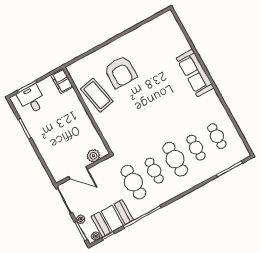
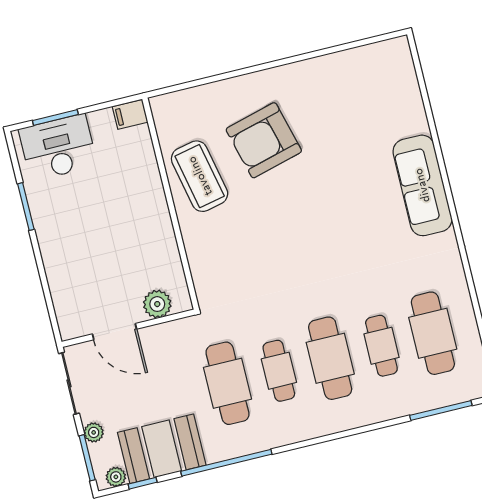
armchair: (121, 72) -> (264, 140), turned 75
filing cabinet: (62, 81) -> (130, 114), width x0.50
desk: (32, 99) -> (58, 147), width x1.37
cafe table: (217, 136) -> (433, 333), width x1.37, depth x1.35

